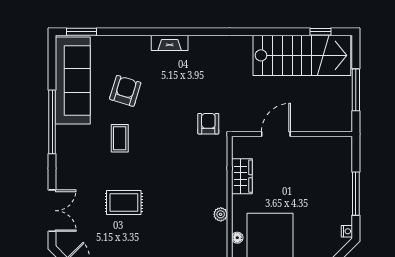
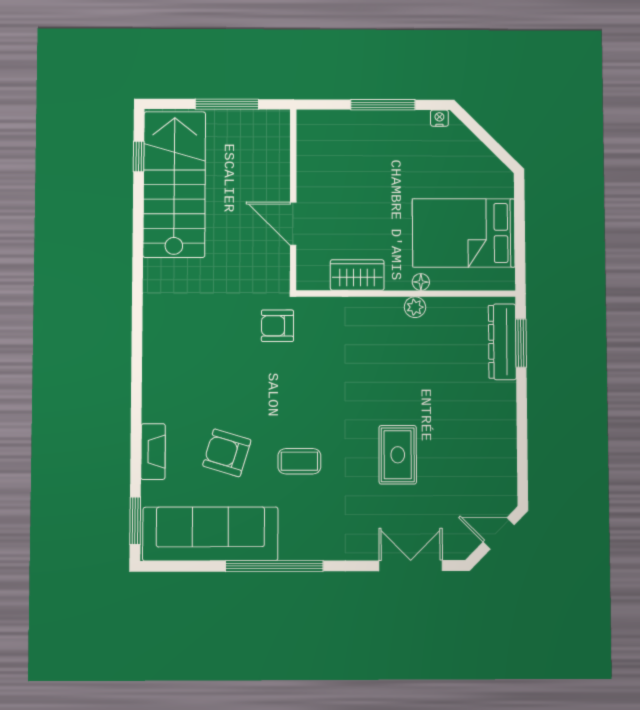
fireplace: (170, 43) -> (153, 452), moved
floor lamp: (237, 238) -> (421, 282), moved

